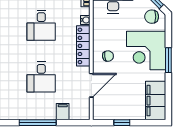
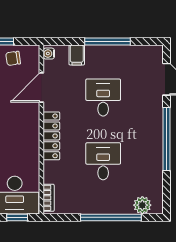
water cooler: (85, 20) -> (49, 54), moved
chair: (108, 56) -> (13, 58), moved

